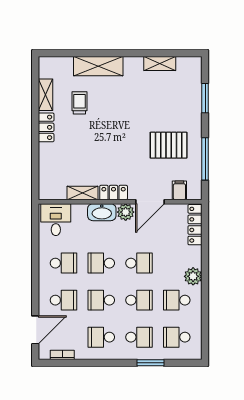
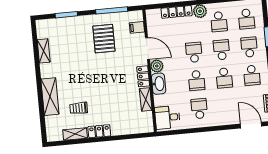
locker: (195, 225) -> (177, 12), moved
school desk: (63, 300) -> (227, 106), removed

